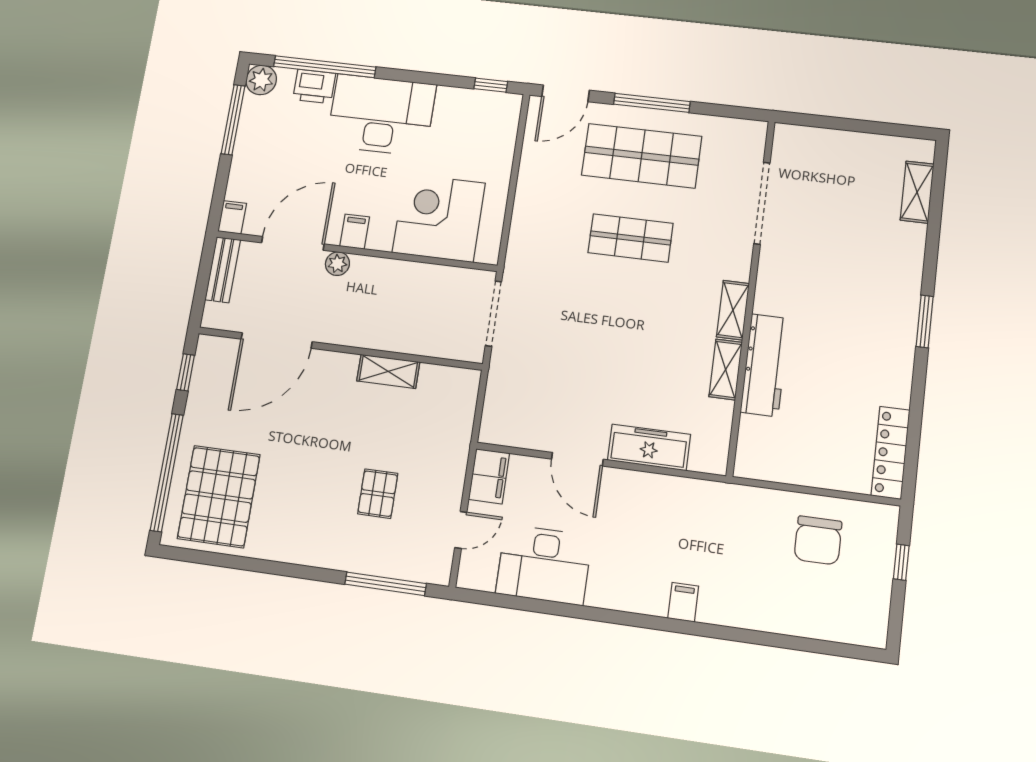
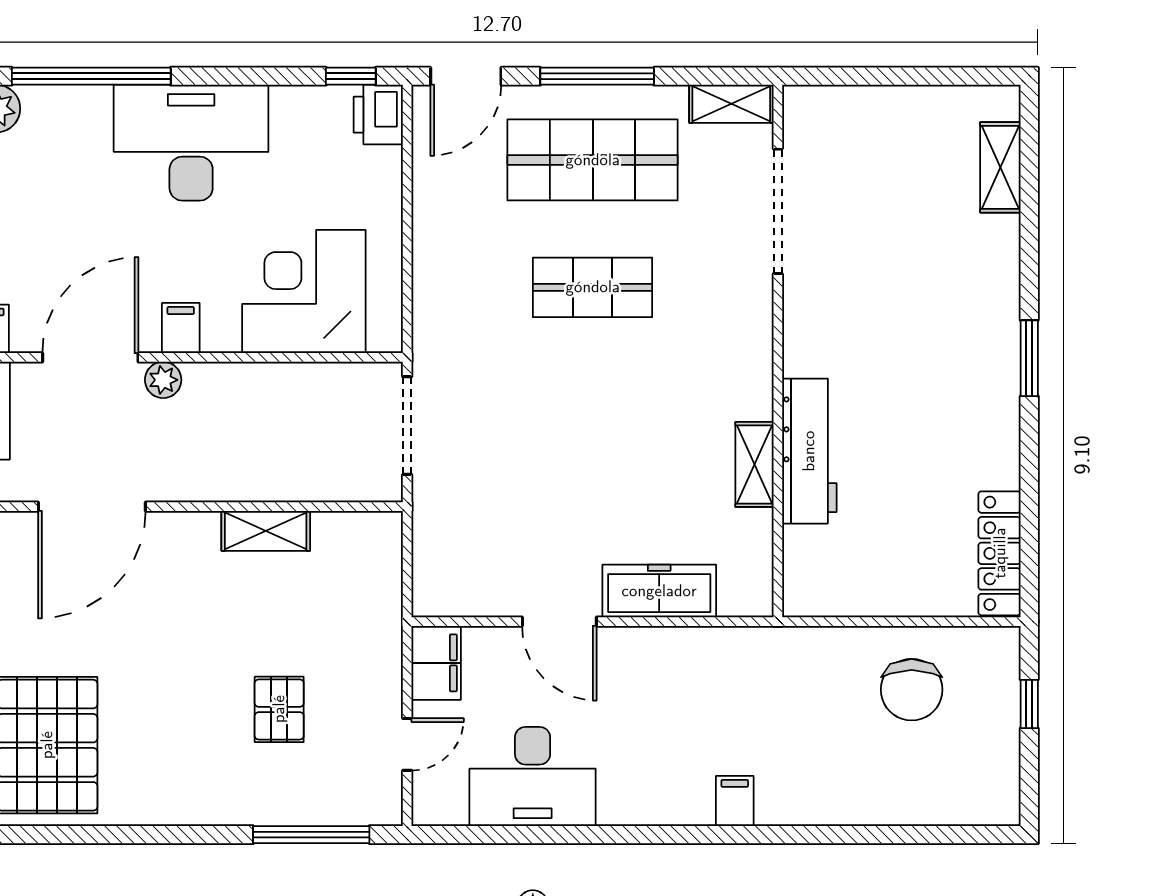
printer: (314, 86) -> (378, 115), moved, turned 90
shelving: (733, 310) -> (731, 104), moved, turned 90

